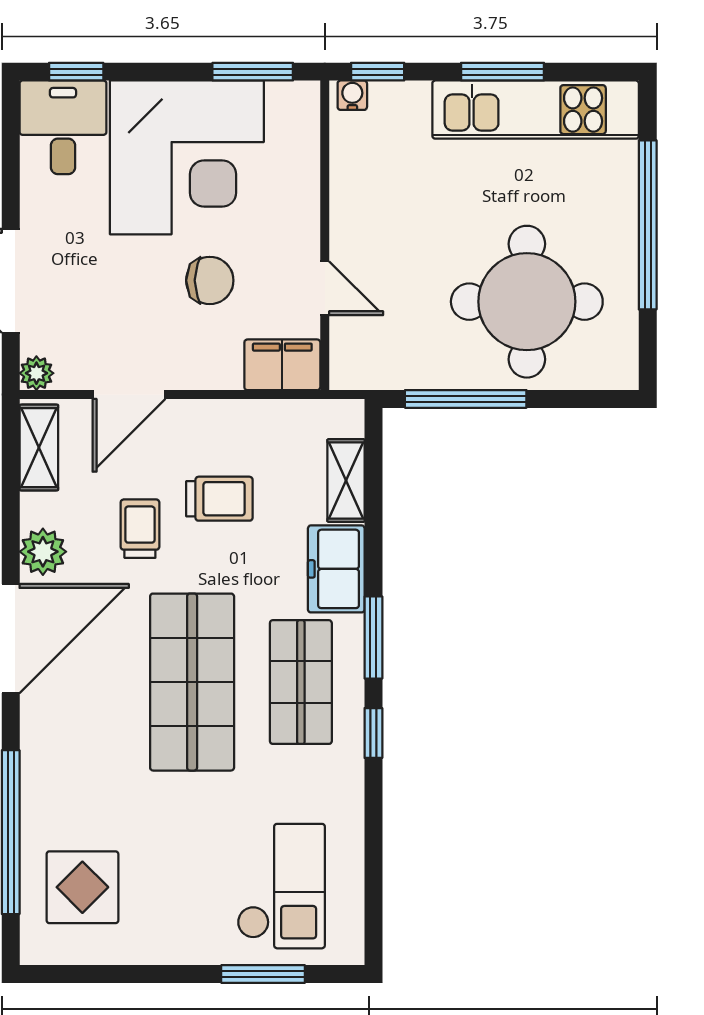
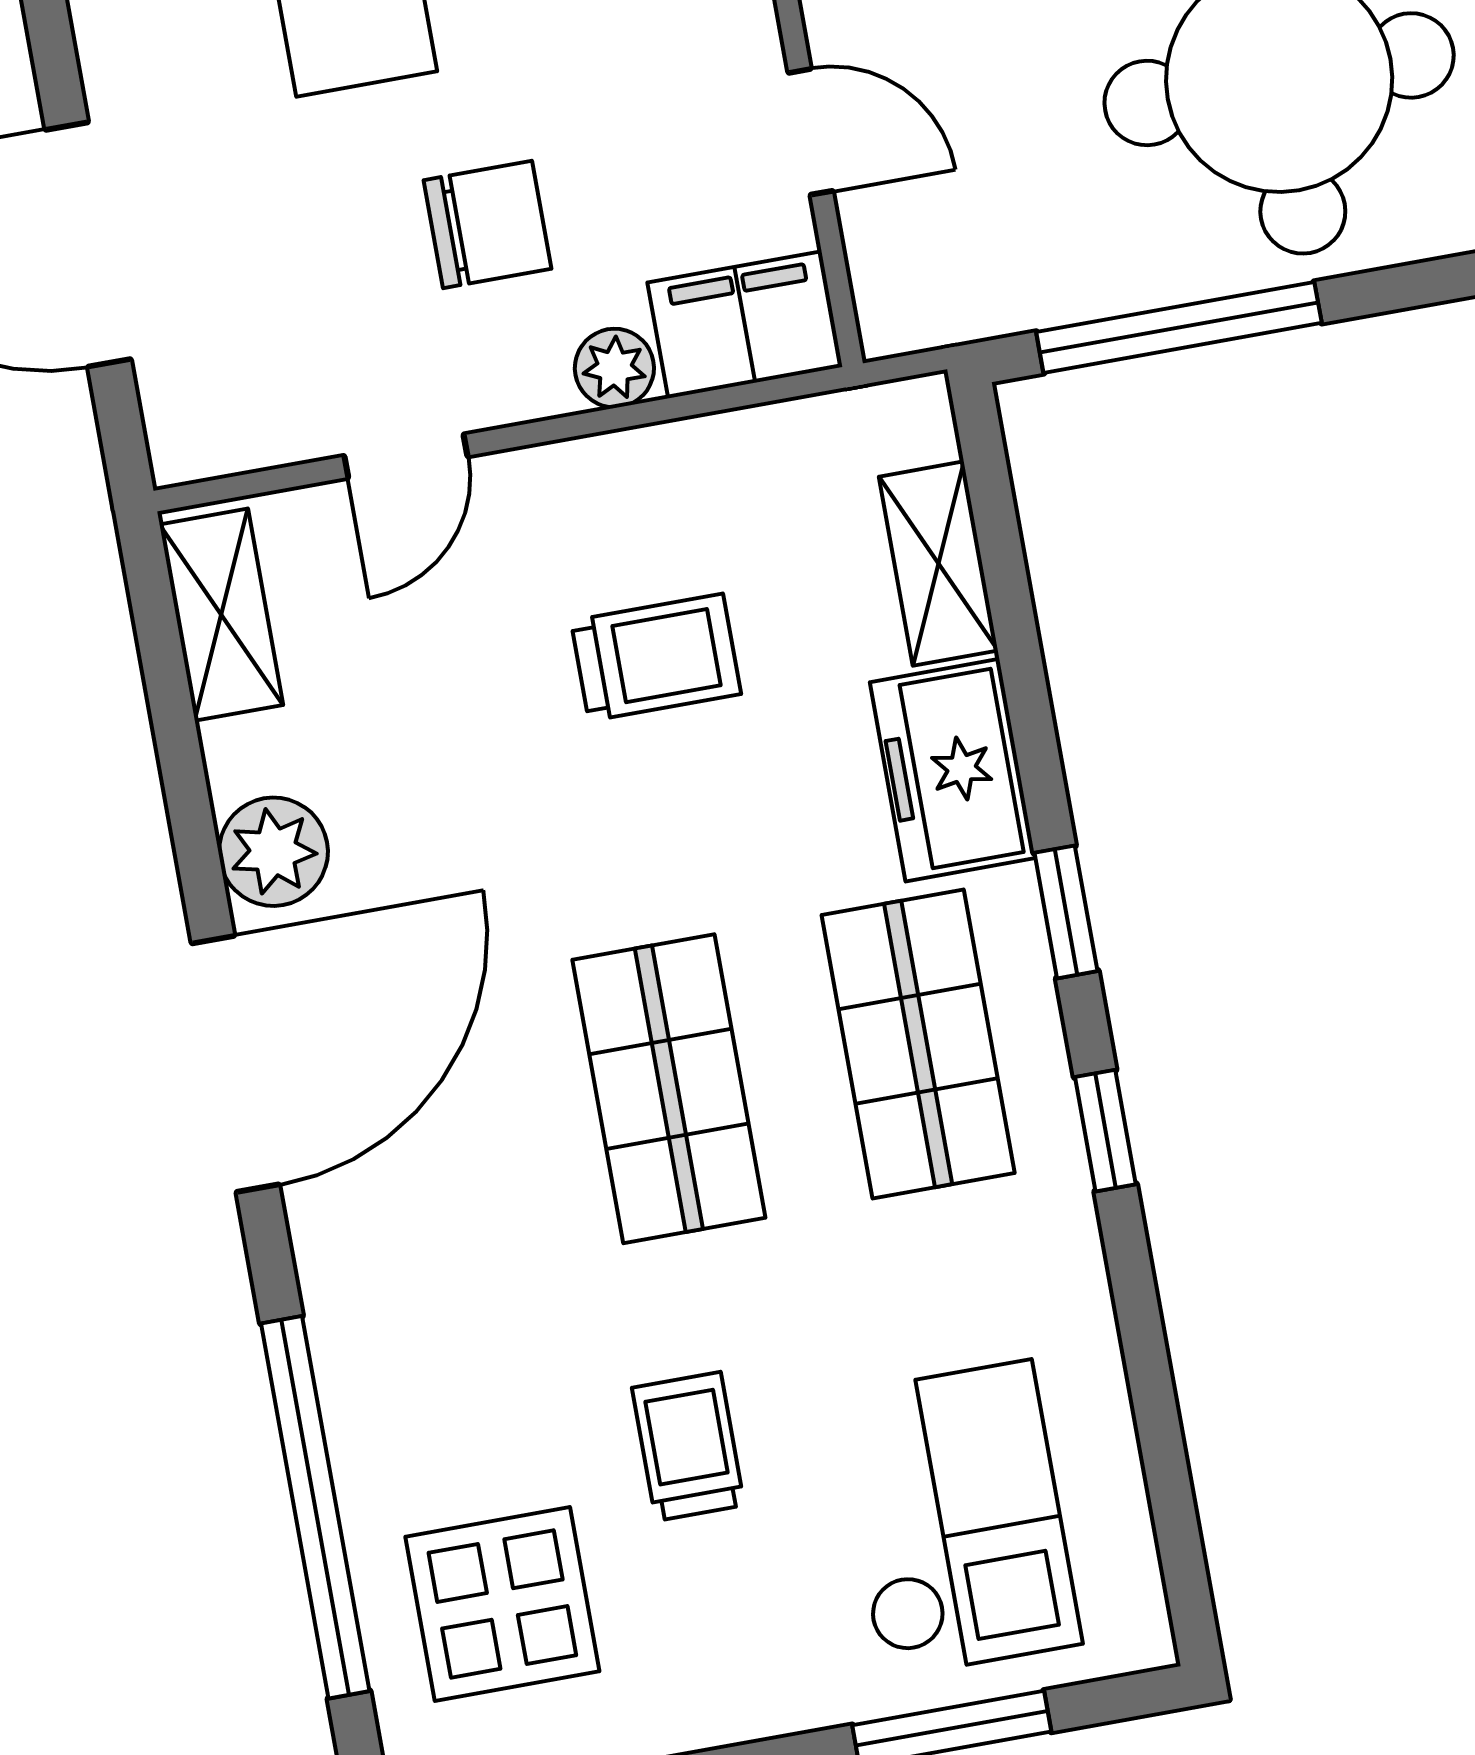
chair: (210, 280) -> (487, 224), moved
plant: (36, 373) -> (614, 368), moved
door: (129, 395) -> (406, 456), width x0.73
trolley: (140, 529) -> (688, 1446), moved
window: (373, 637) -> (1066, 912), width x0.67
shop shelf: (192, 682) -> (669, 1089), width x0.70, depth x0.74

